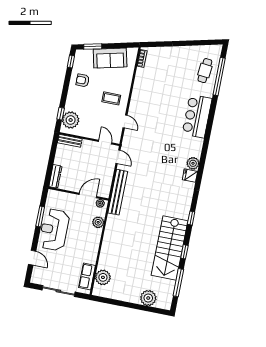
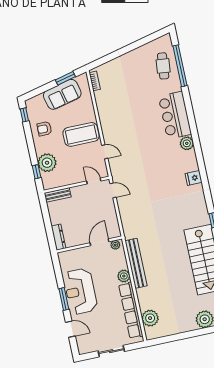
window: (93, 46) -> (65, 78), moved
coffee table: (111, 98) -> (81, 134), width x1.86, depth x1.72
plant: (71, 120) -> (47, 163), moved
plant: (193, 163) -> (187, 143), moved
bench: (118, 192) -> (136, 263), moved
window: (40, 216) -> (64, 299), moved
plant: (98, 222) -> (124, 276), moved
row of seats: (87, 277) -> (131, 310), width x2.02
sliding door: (58, 291) -> (111, 351), width x0.73

